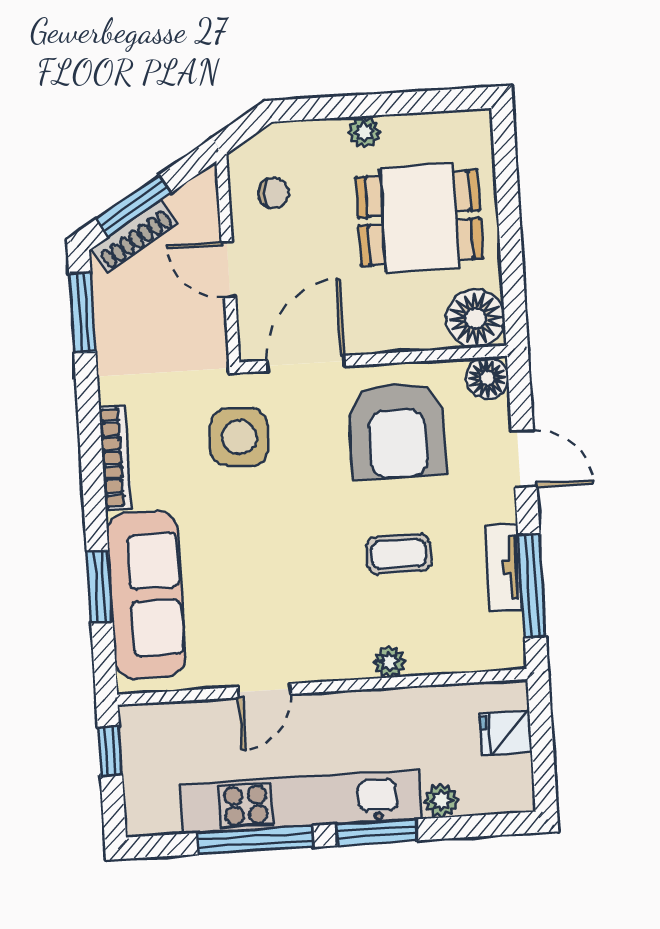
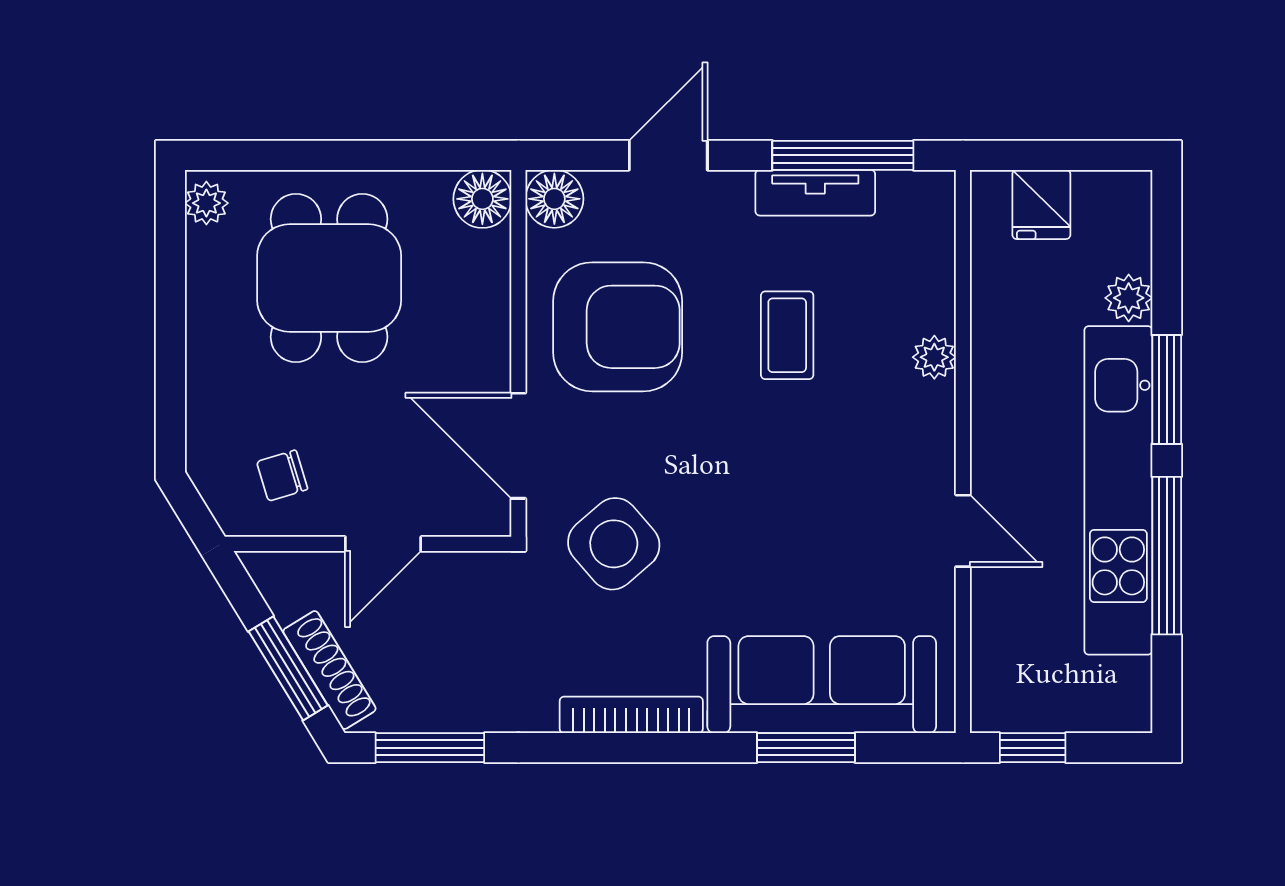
plant: (364, 132) -> (206, 203), moved
chair: (273, 193) -> (282, 476), turned -107
floor lamp: (476, 318) -> (482, 199), width x0.73, depth x0.73
side table: (239, 437) -> (614, 544), turned 45

